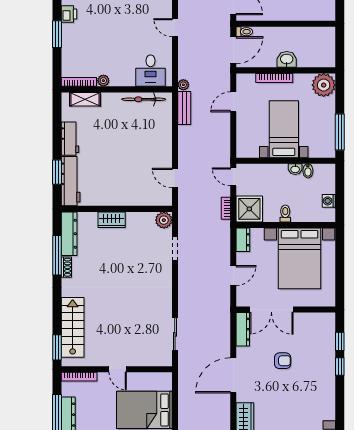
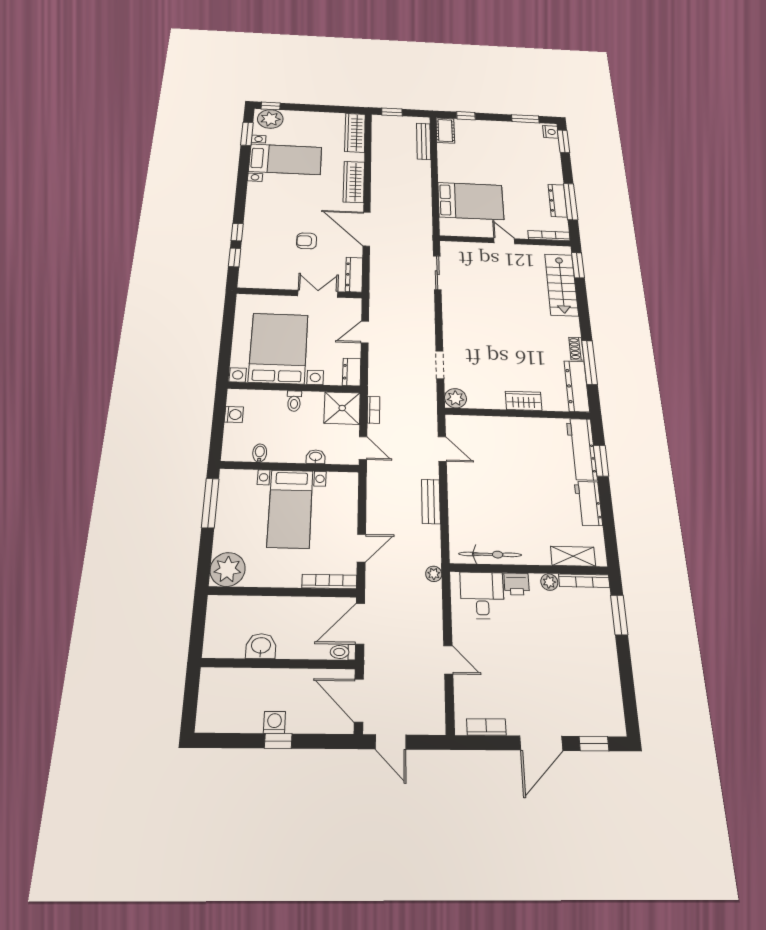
printer: (69, 14) -> (517, 584), moved, turned -90
window: (57, 34) -> (619, 615), moved
washbasin: (287, 59) -> (261, 646), moved, turned 180
bookcase: (274, 78) -> (329, 582), moved
bench: (184, 108) -> (431, 501), moved
washbasin: (295, 169) -> (316, 457), moved
double door: (271, 309) -> (318, 294), width x0.73
door: (233, 375) -> (367, 229), swing flipped

